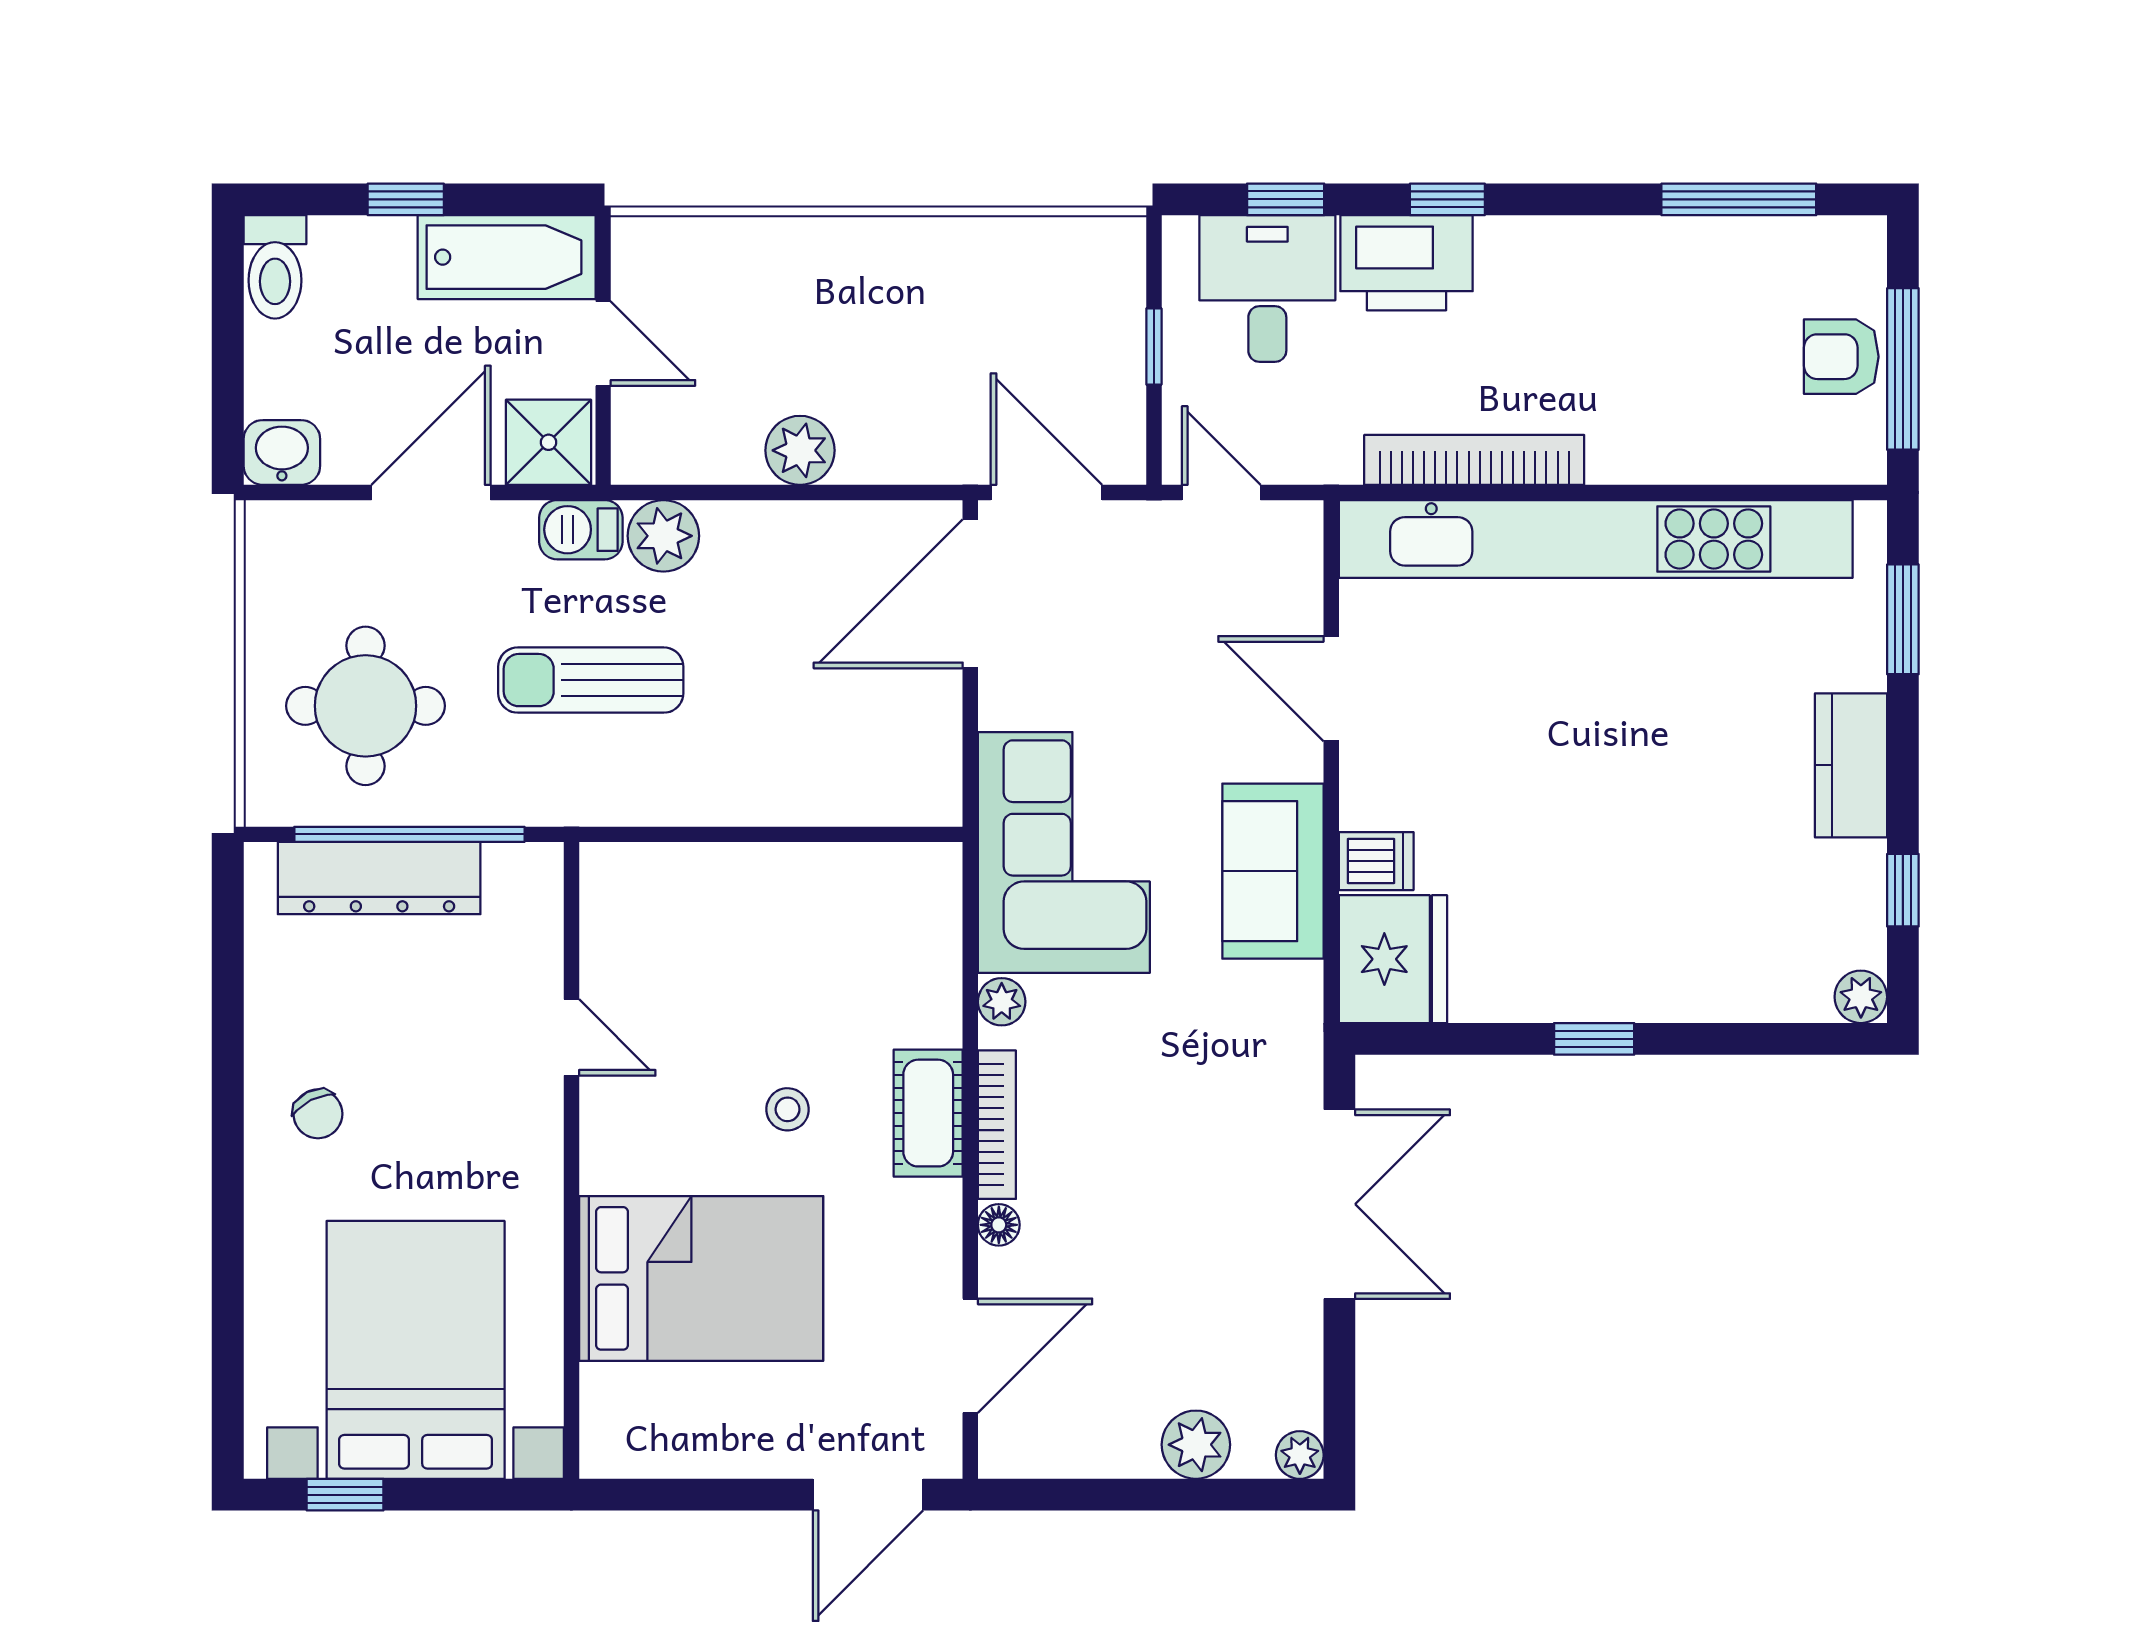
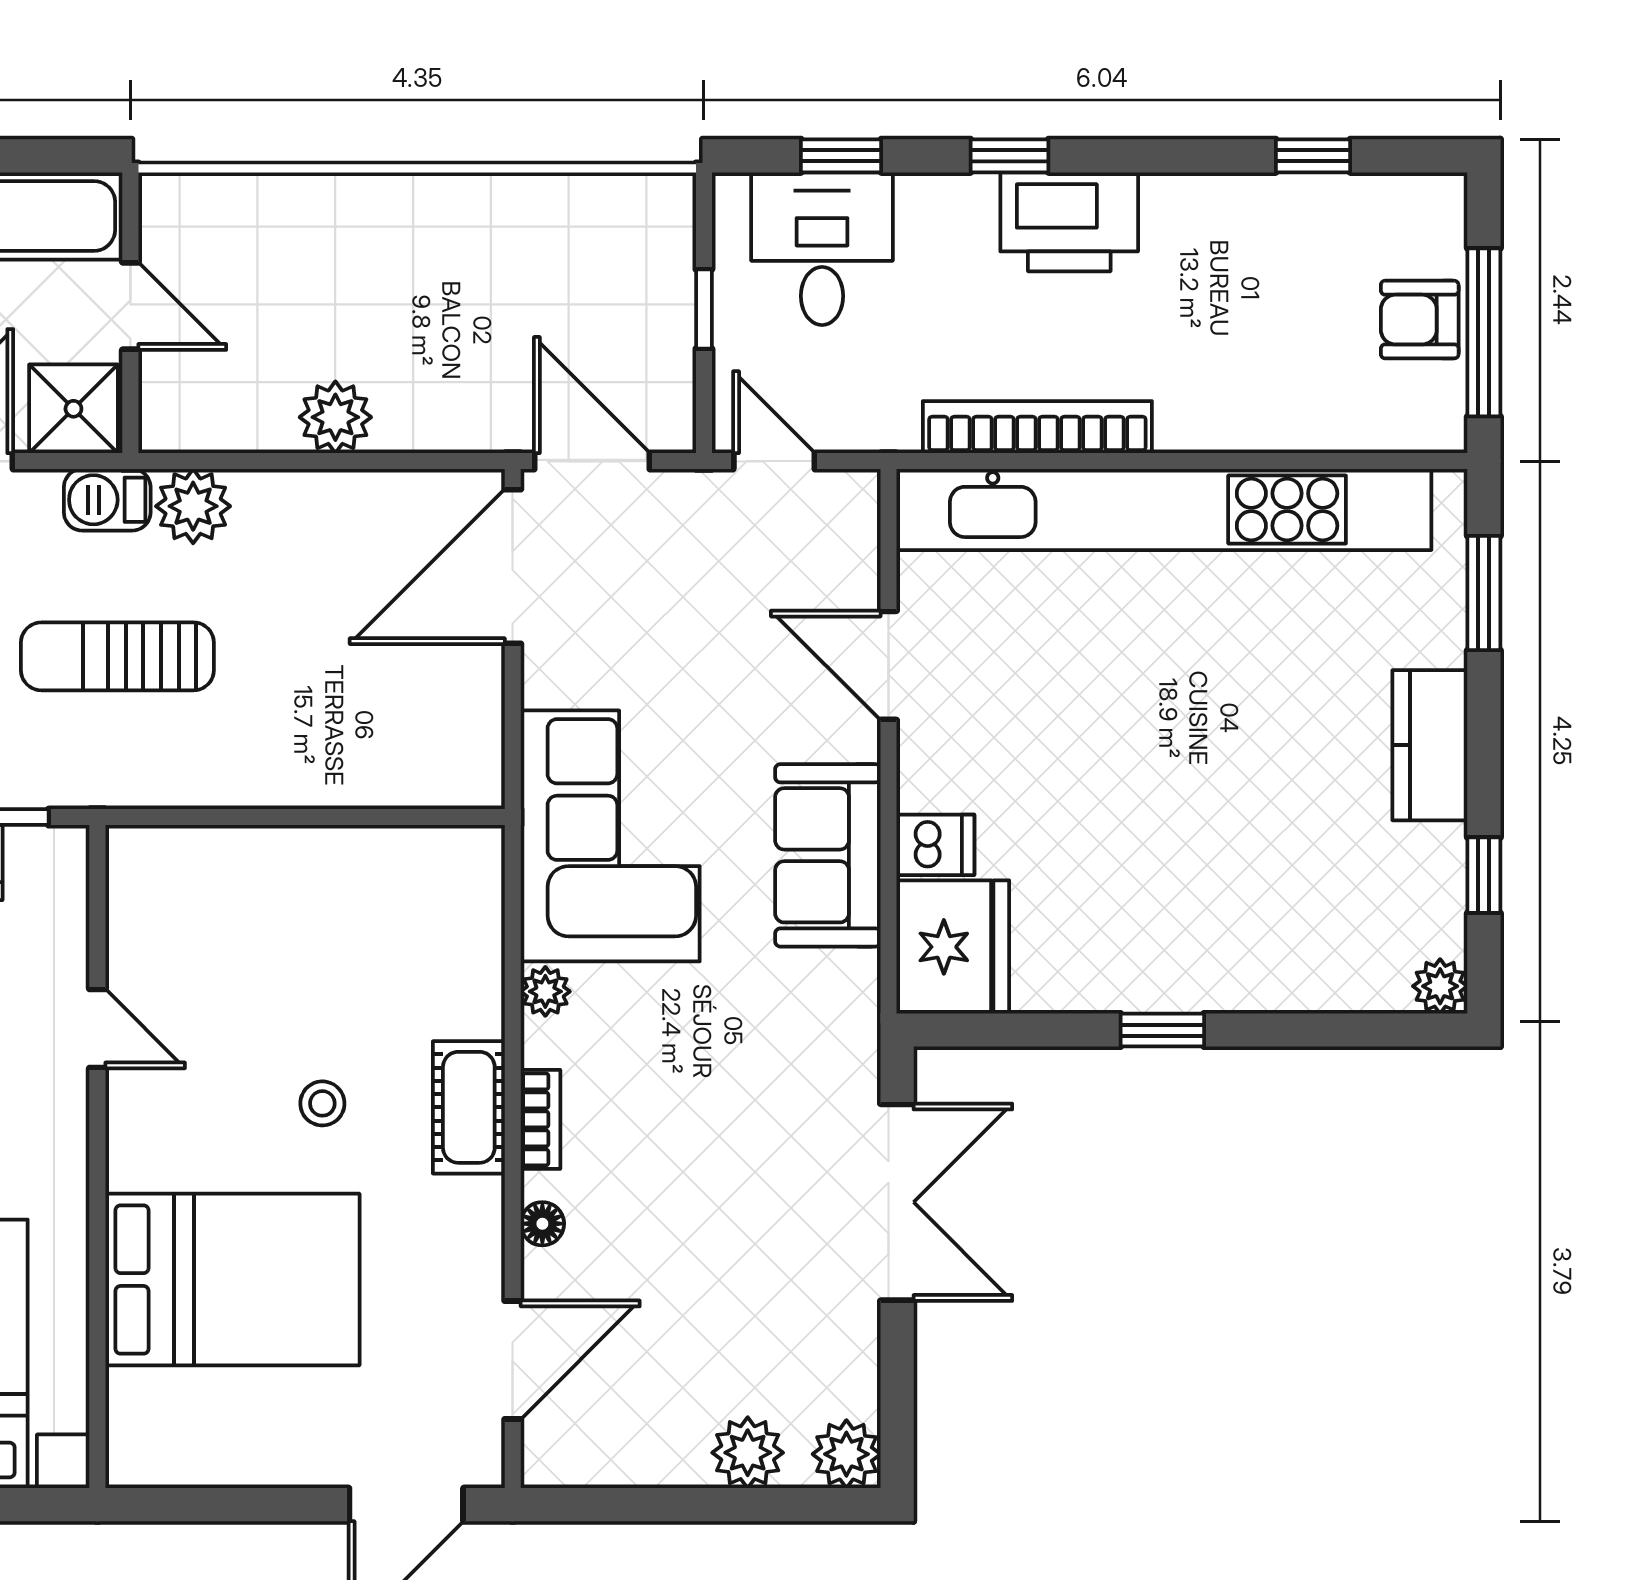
window: (1739, 199) -> (1313, 156), width x0.46
printer: (1407, 263) -> (1069, 222), moved
bookcase: (997, 1125) -> (540, 1119), width x0.64
plant: (1300, 1455) -> (846, 1454), width x1.38, depth x1.38

